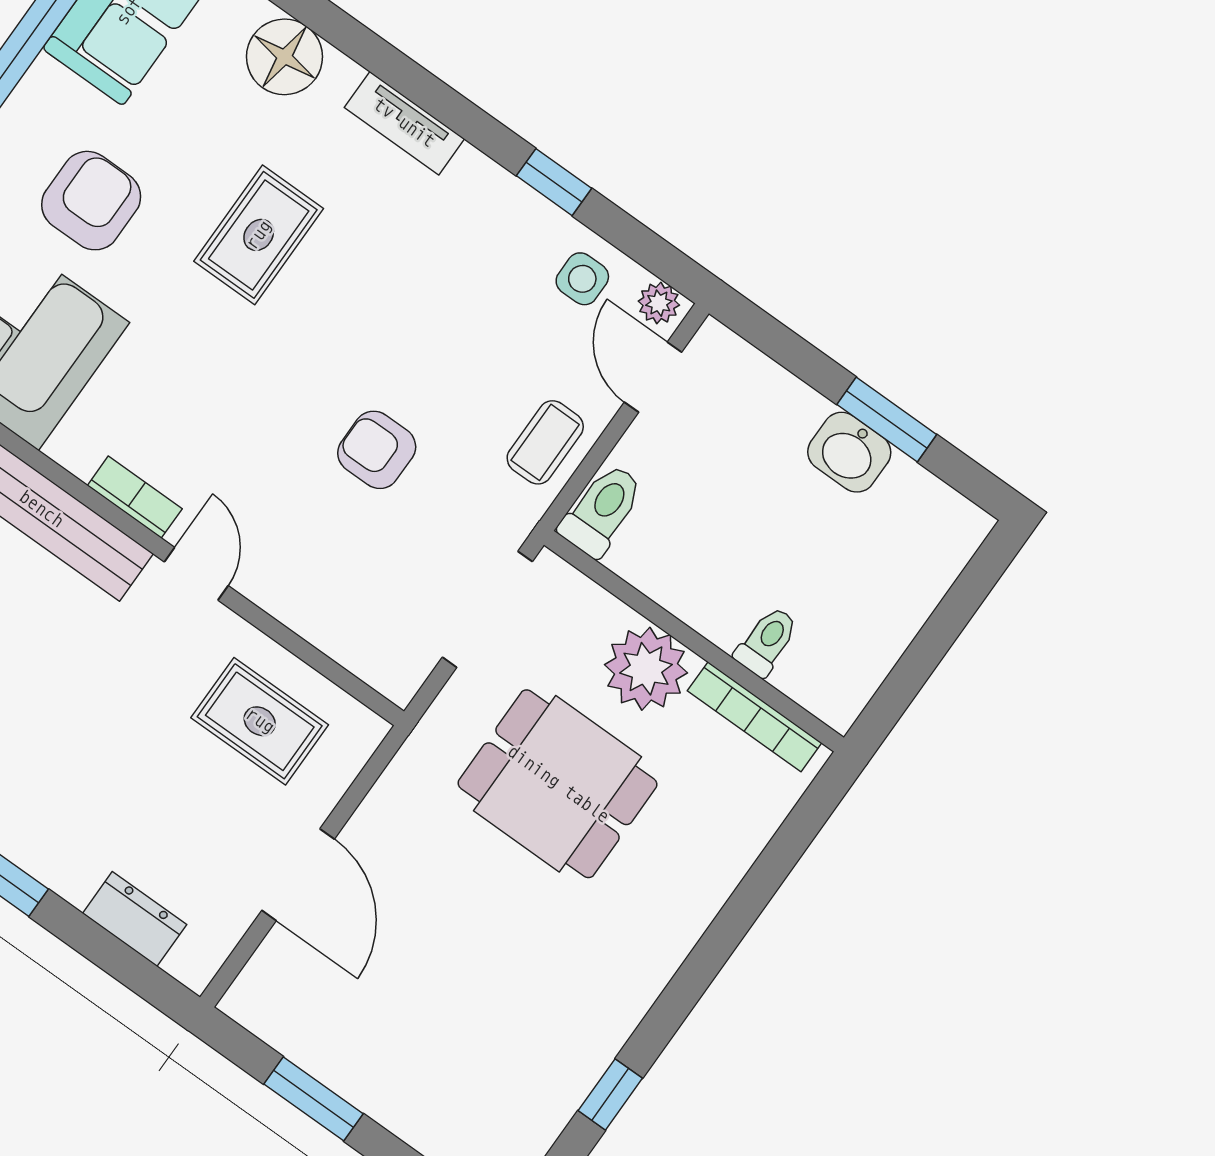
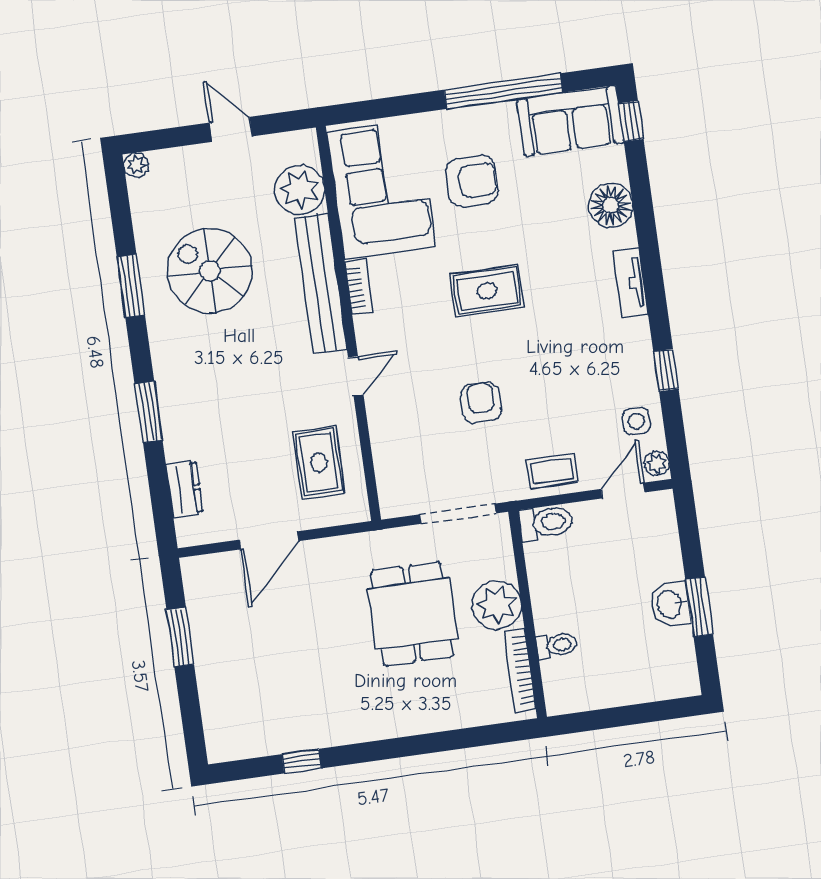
rug: (259, 235) -> (487, 291), moved
bookcase: (135, 497) -> (359, 287), moved

